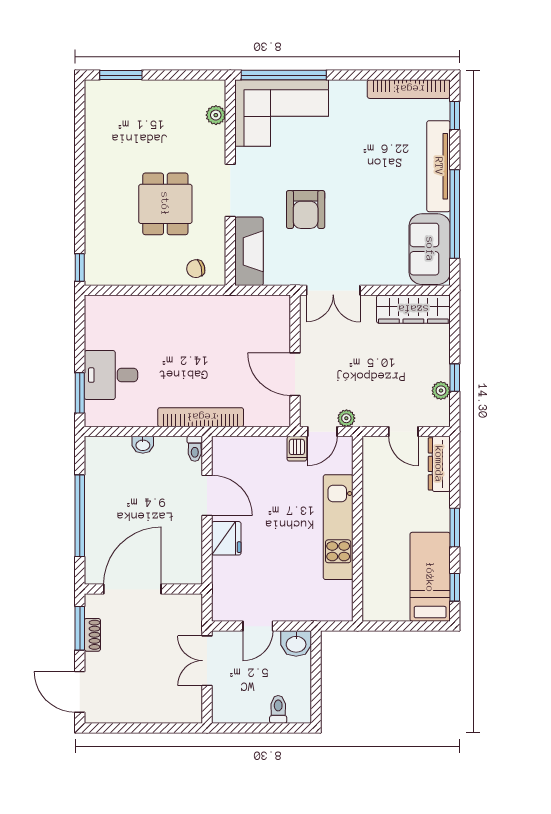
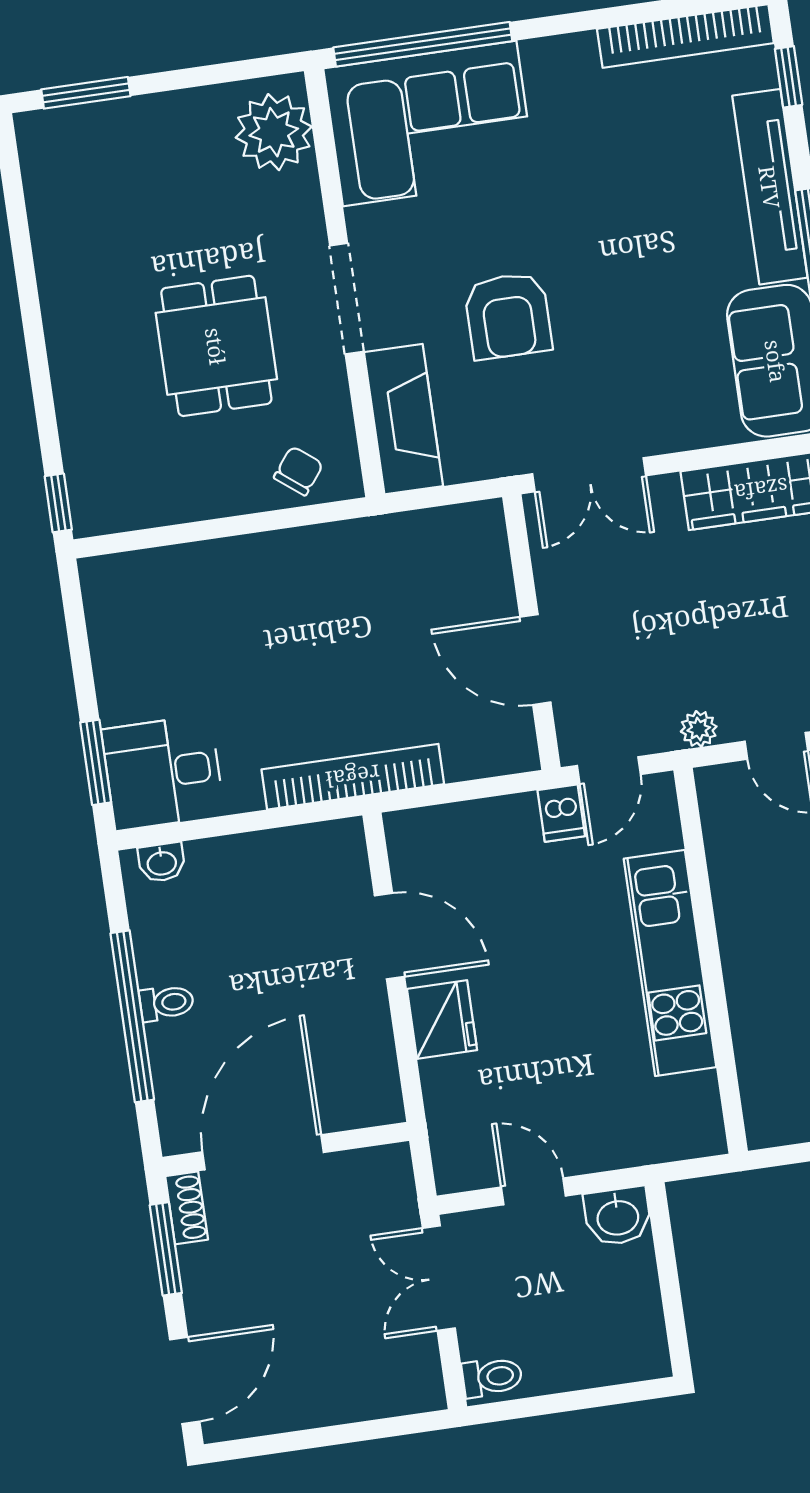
plant: (216, 115) -> (274, 132), width x1.88, depth x1.88
chair: (196, 269) -> (298, 471), turned 143
desk: (111, 375) -> (163, 773), moved
plant: (346, 418) -> (699, 729), moved
washbasin: (143, 445) -> (162, 862), moved
toilet: (195, 449) -> (167, 1003), moved, turned -90
door: (258, 626) -> (533, 1191), swing flipped
shoe rack: (92, 635) -> (187, 1208), moved
door: (80, 692) -> (185, 1381), swing flipped
toilet: (278, 709) -> (492, 1377), moved, turned 90

